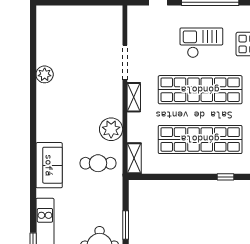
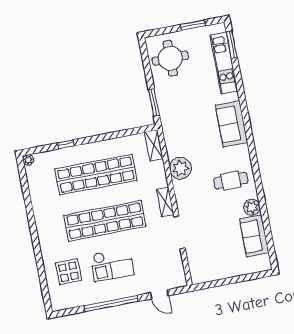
sofa: (48, 44) -> (254, 236), added
cafe table: (98, 163) -> (231, 181), moved
window: (126, 225) -> (154, 102), moved

